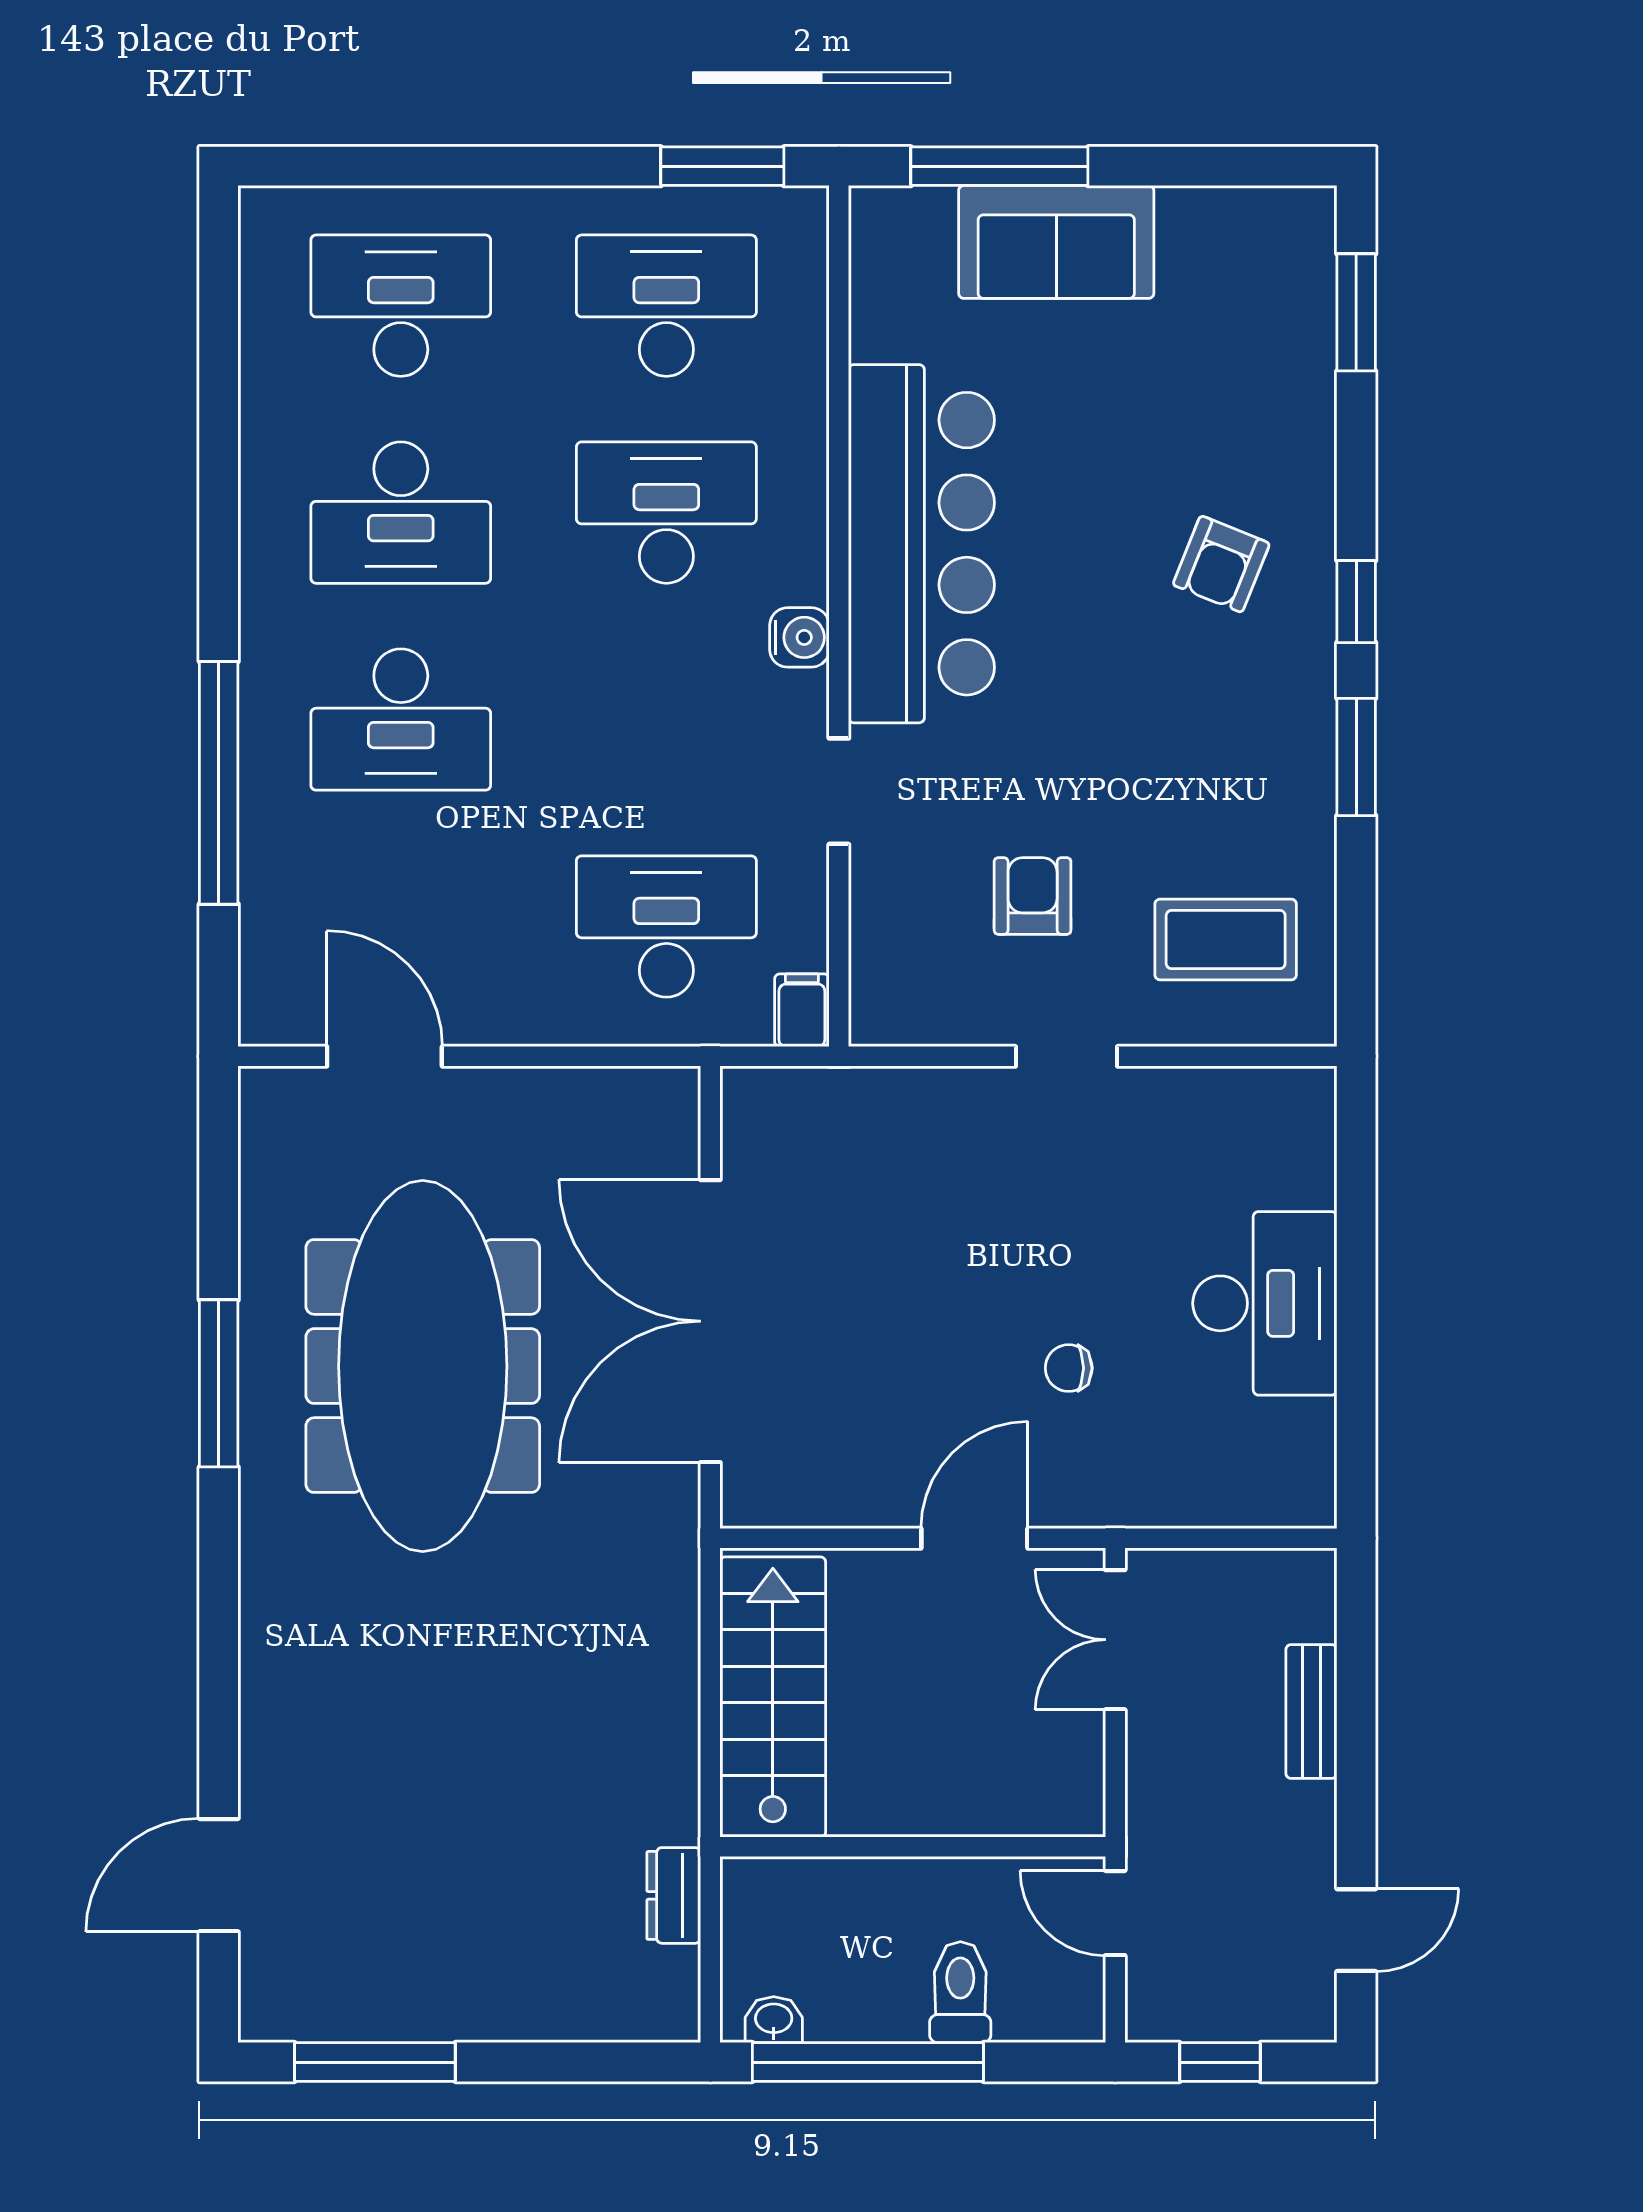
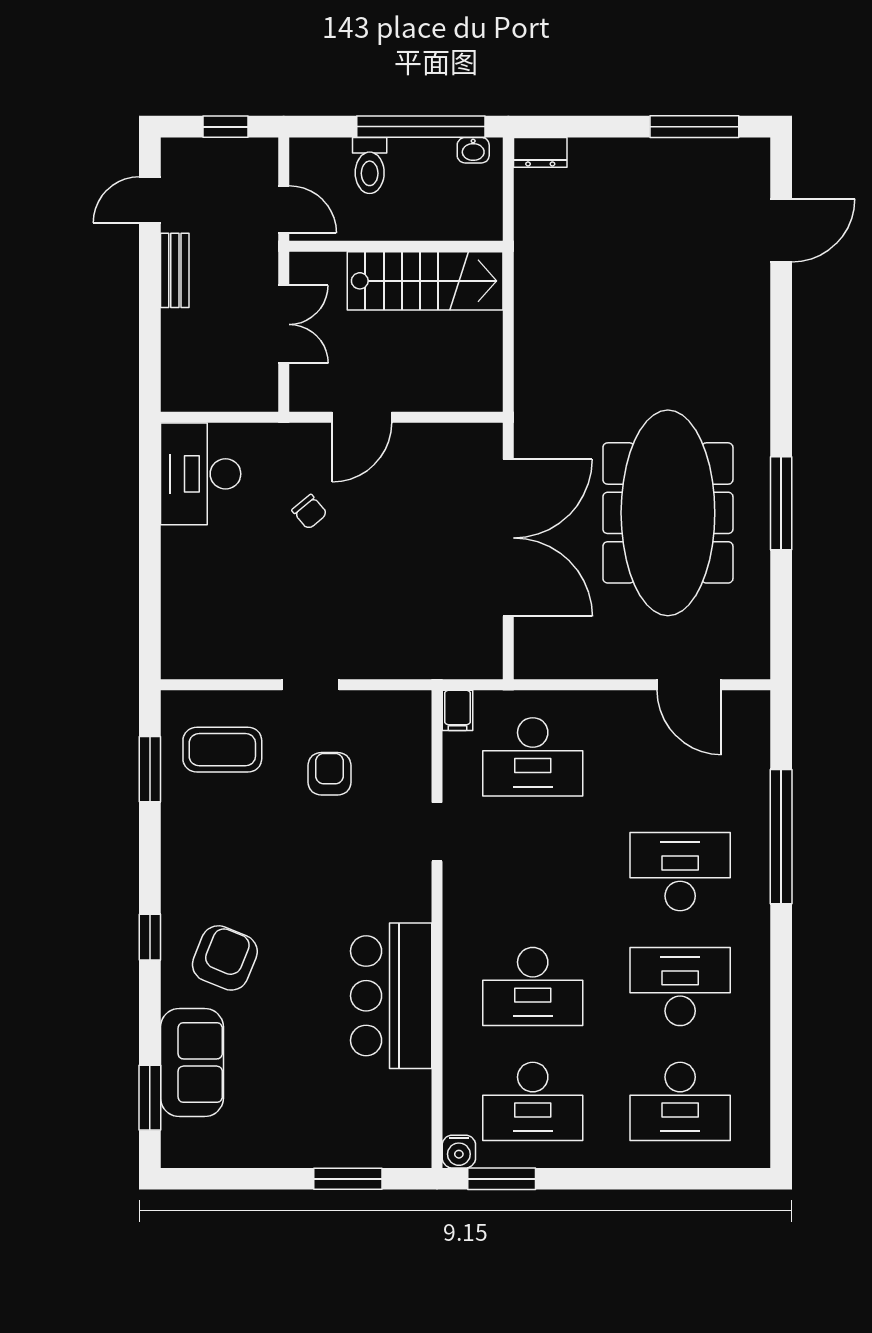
window: (999, 166) -> (348, 1179), width x0.69
sofa: (1056, 242) -> (192, 1063), moved, turned 90
bar counter: (921, 544) -> (391, 996), width x0.73
armchair: (1221, 564) -> (225, 958), width x1.38, depth x1.38
water cooler: (799, 637) -> (459, 1152), moved, turned -90
window: (1356, 757) -> (150, 769), moved
armchair: (1033, 896) -> (330, 774), turned 180
desk: (1265, 1303) -> (201, 474), moved
chair: (1069, 1368) -> (309, 512), turned 50
double door: (1115, 1640) -> (284, 324), moved
stairs: (773, 1697) -> (425, 281), moved, turned -90
bench: (1311, 1712) -> (175, 270), moved
dresser: (674, 1895) -> (540, 152), moved, turned 90

